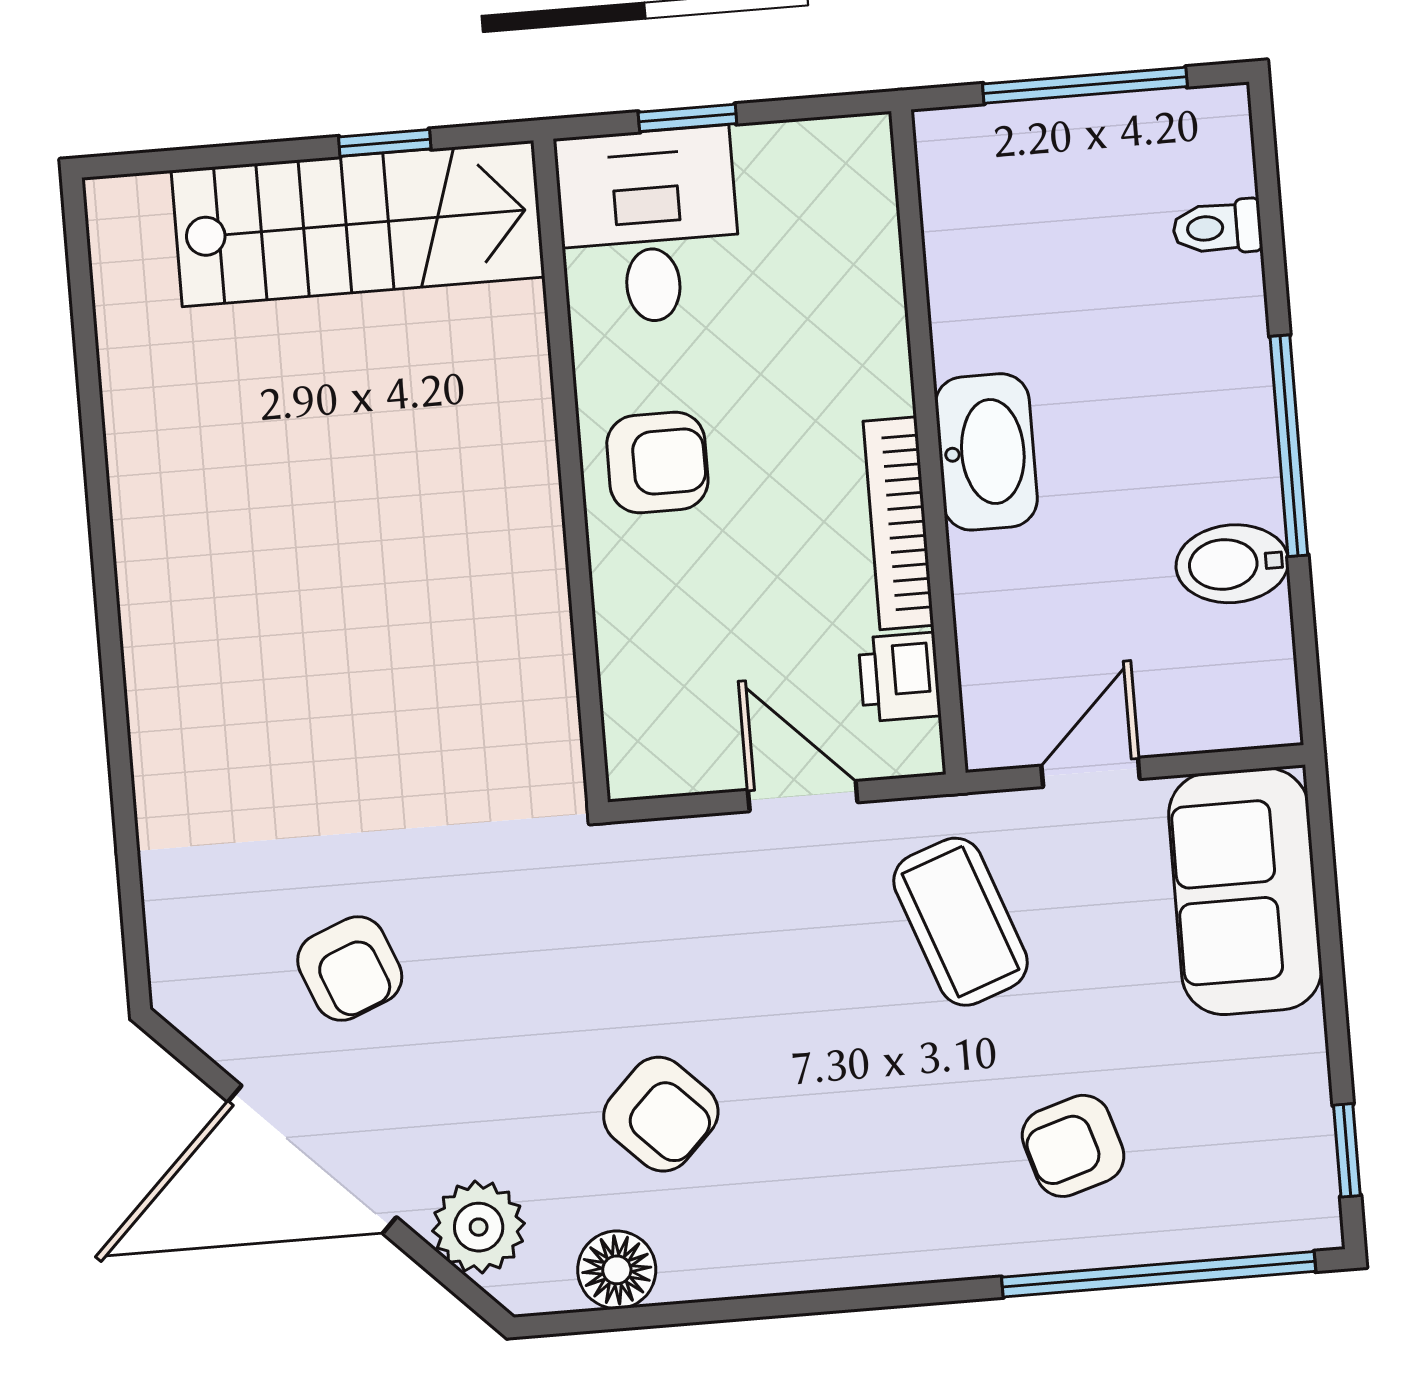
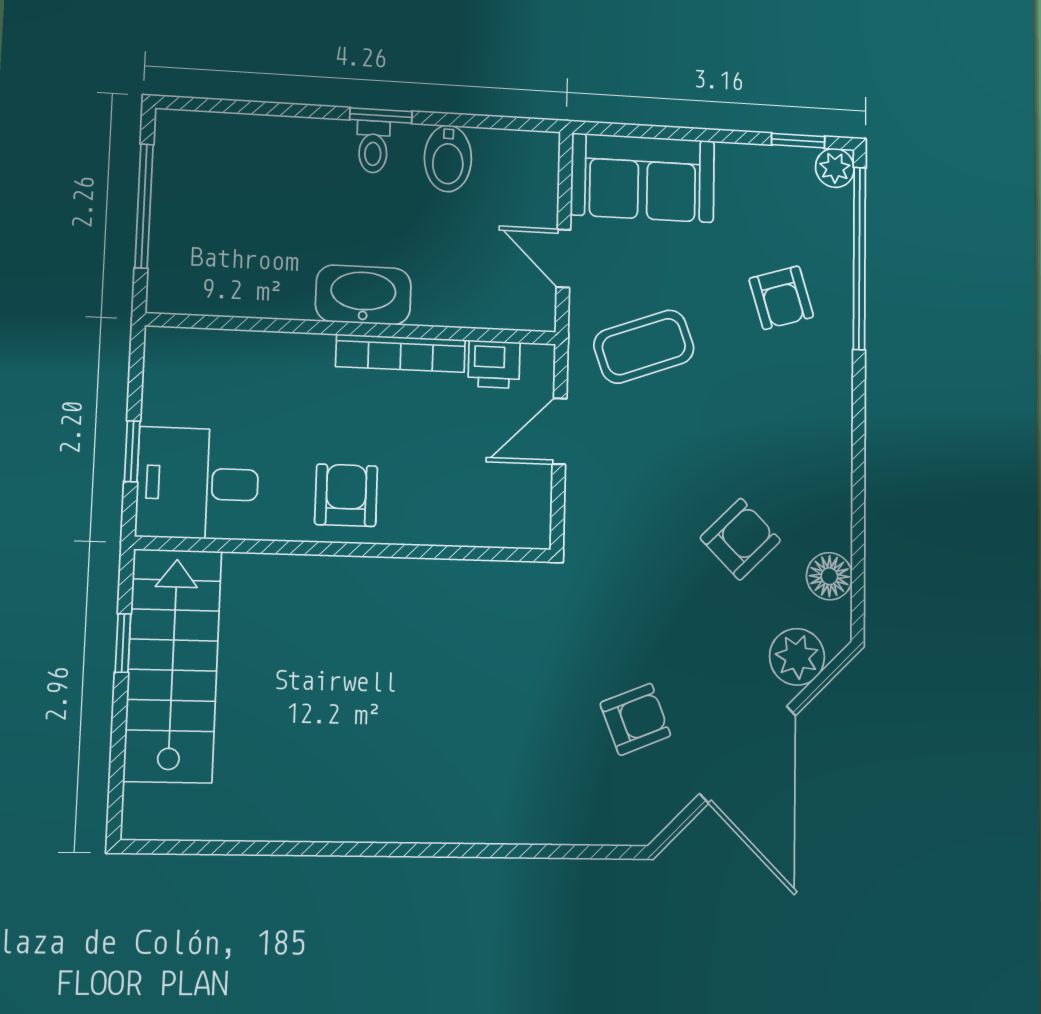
toilet: (1217, 227) -> (373, 147), moved
window: (1289, 446) -> (381, 115), width x0.46
plant: (1309, 1218) -> (835, 168), added

